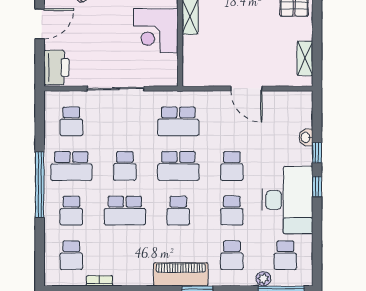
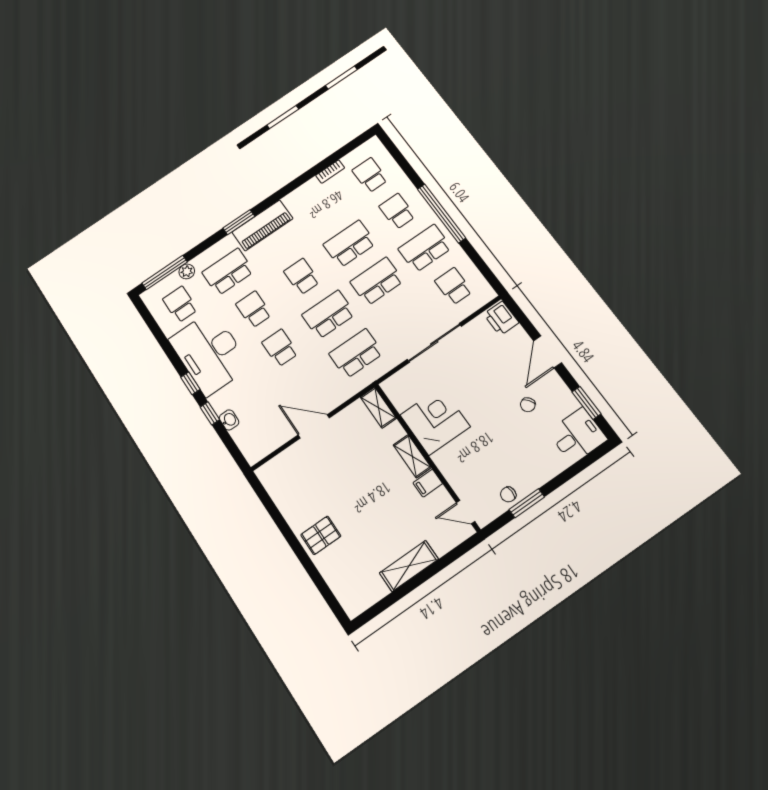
shelving: (305, 58) -> (378, 408), moved
printer: (56, 67) -> (501, 318), width x0.73, depth x0.84
school desk: (125, 166) -> (377, 281), width x1.85
school desk: (232, 255) -> (228, 272), width x1.85

